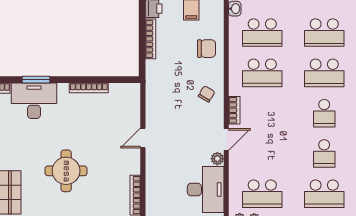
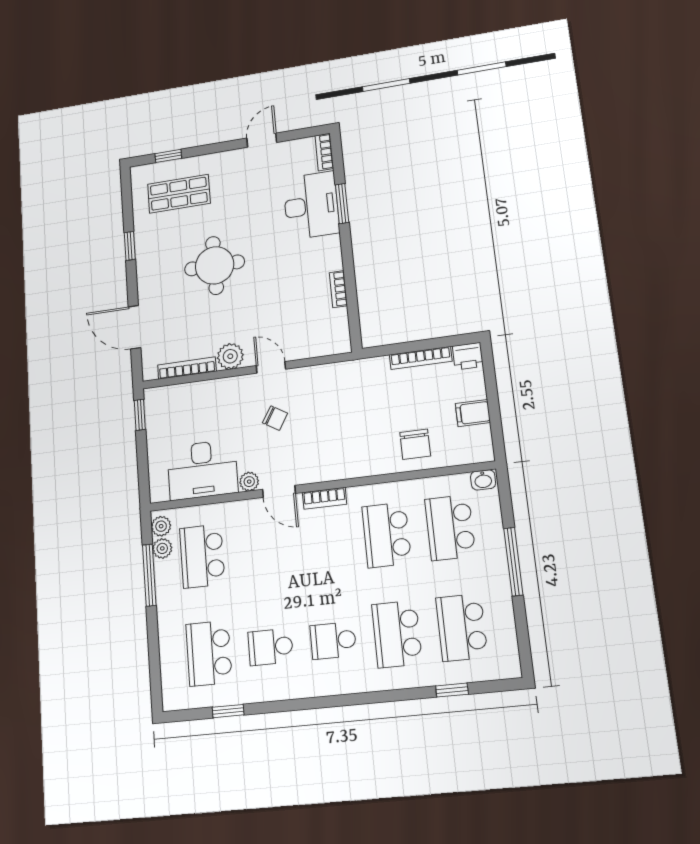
bookcase: (89, 88) -> (338, 289), width x0.64
chair: (207, 94) -> (275, 418), moved
plant: (131, 165) -> (230, 356), added

